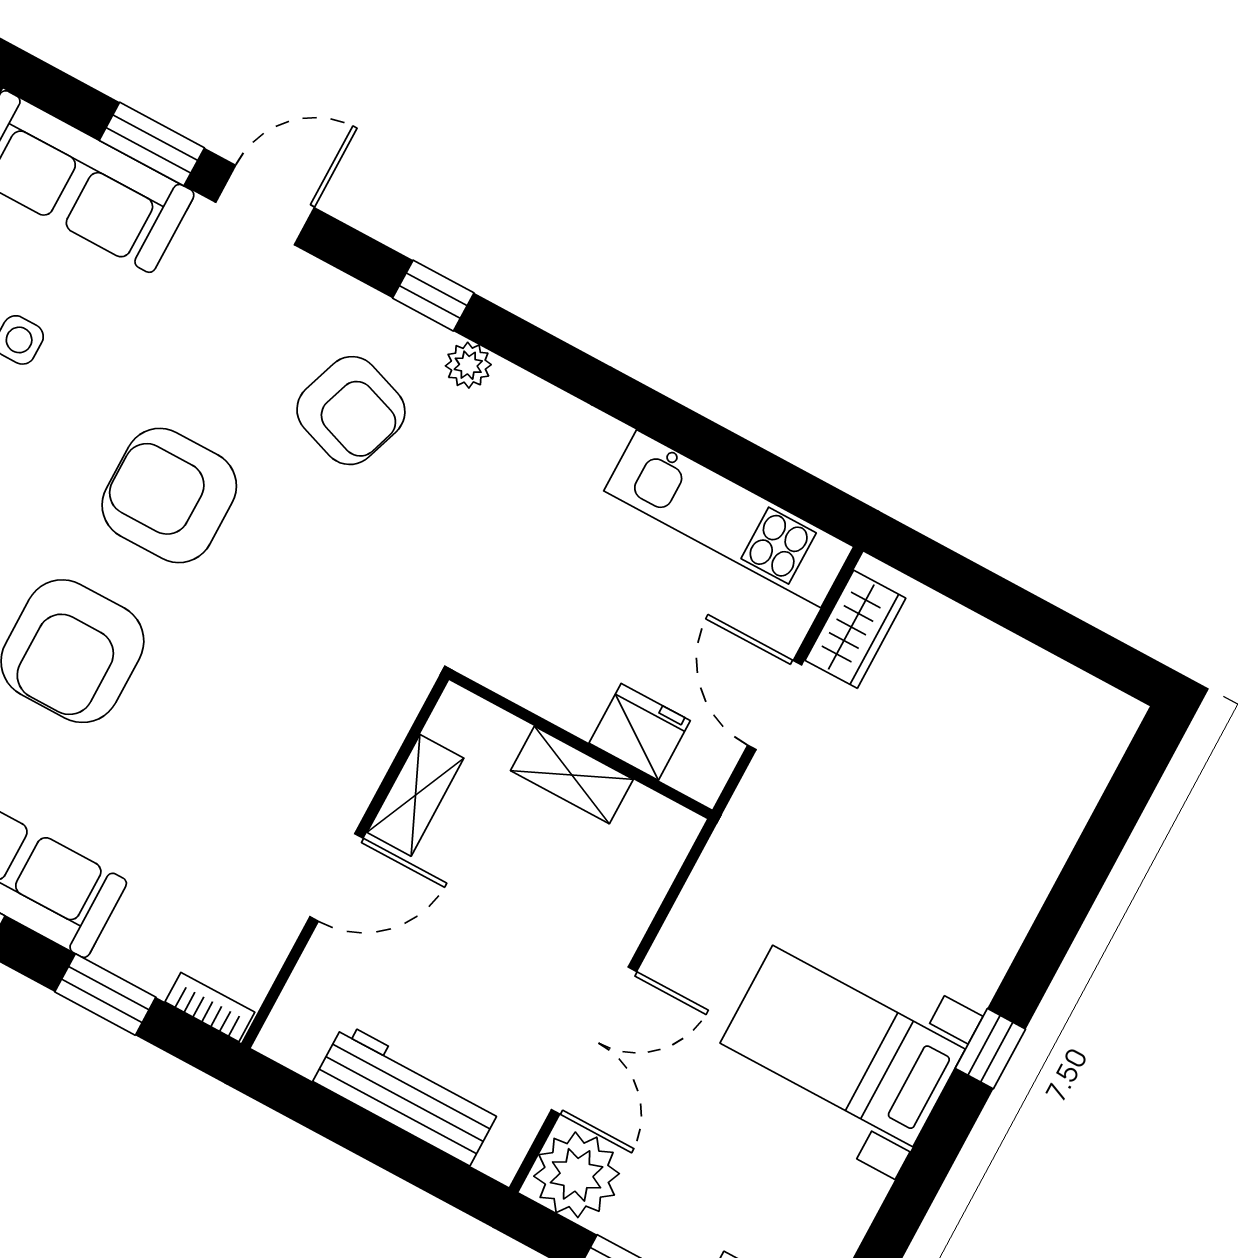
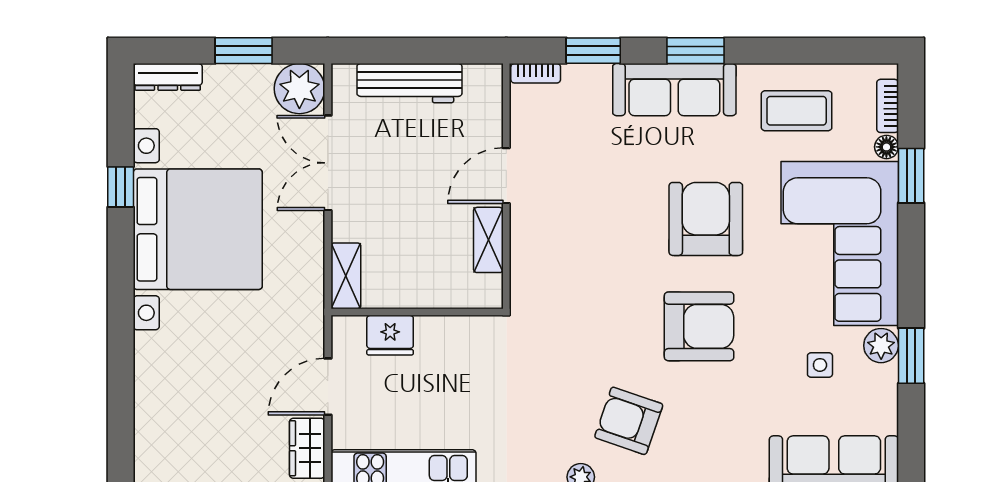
door: (775, 705) -> (328, 387), swing flipped
shelving: (572, 775) -> (346, 276), moved, turned 90
bed with nightstands: (843, 1046) -> (198, 229), width x1.85
window: (990, 1049) -> (121, 187), moved

